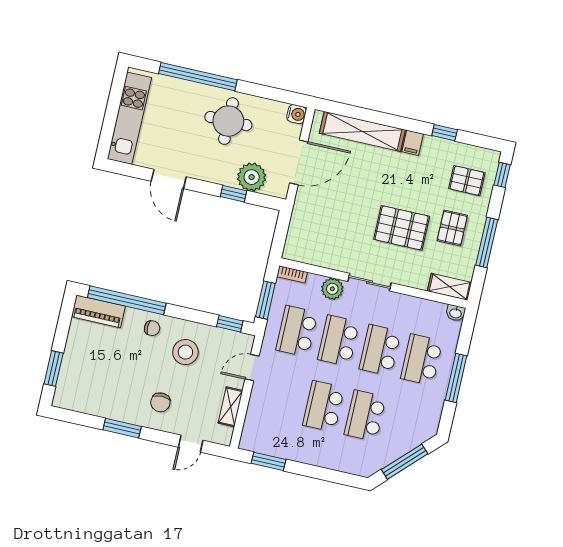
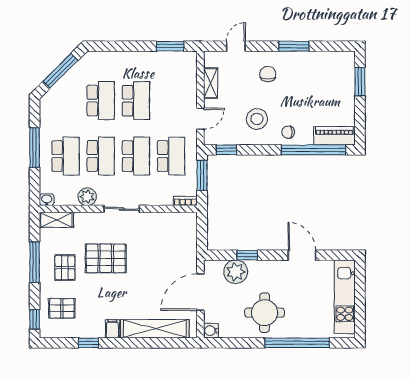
plant: (332, 289) -> (87, 197), moved

